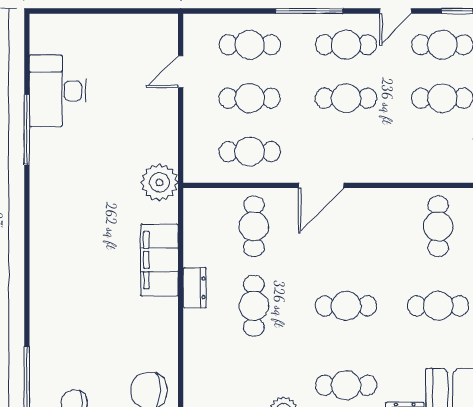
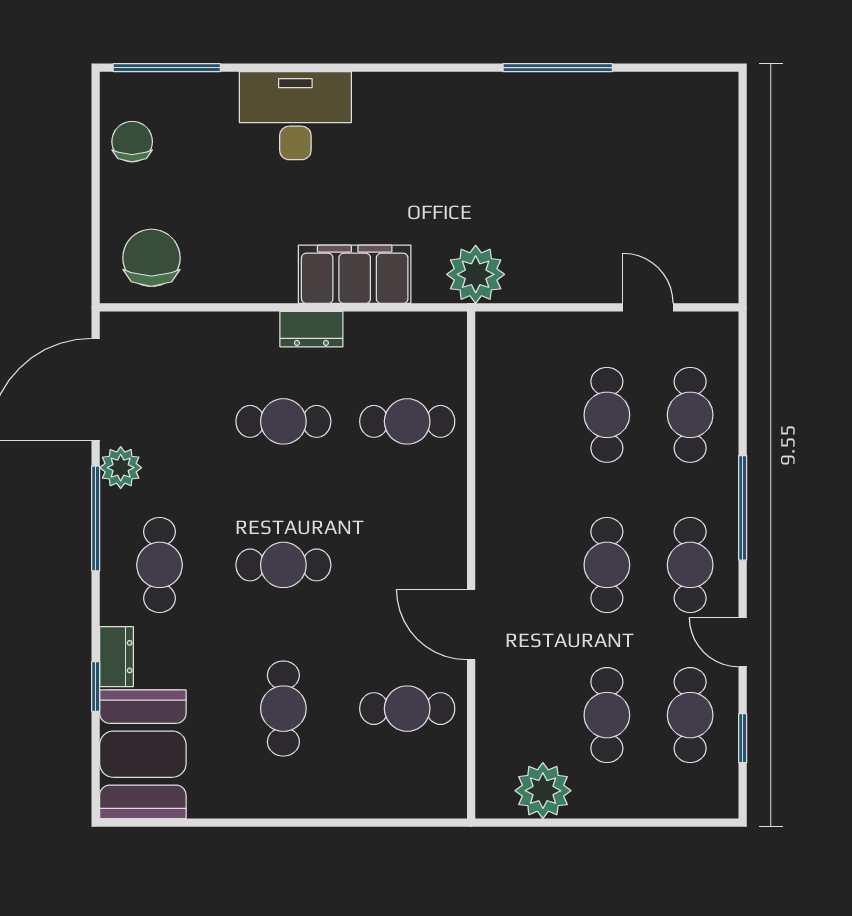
desk: (58, 91) -> (295, 116), moved
cafe table: (250, 152) -> (524, 415), removed
door: (321, 185) -> (471, 624), moved
cafe table: (346, 306) -> (283, 565), turned 90

